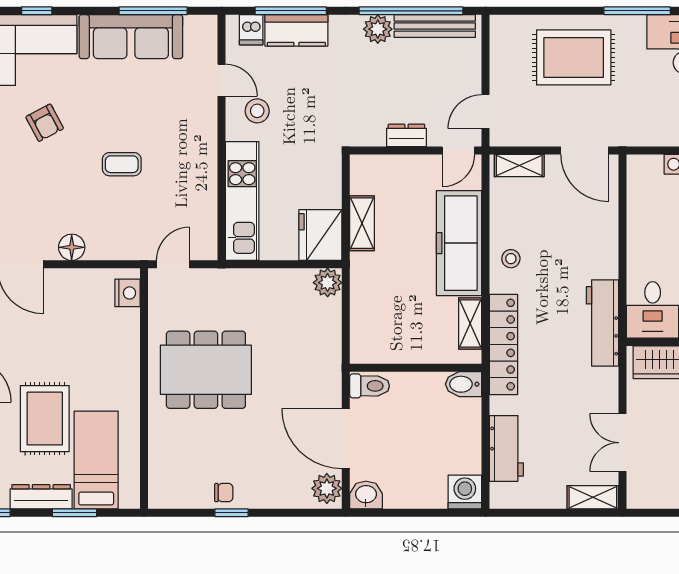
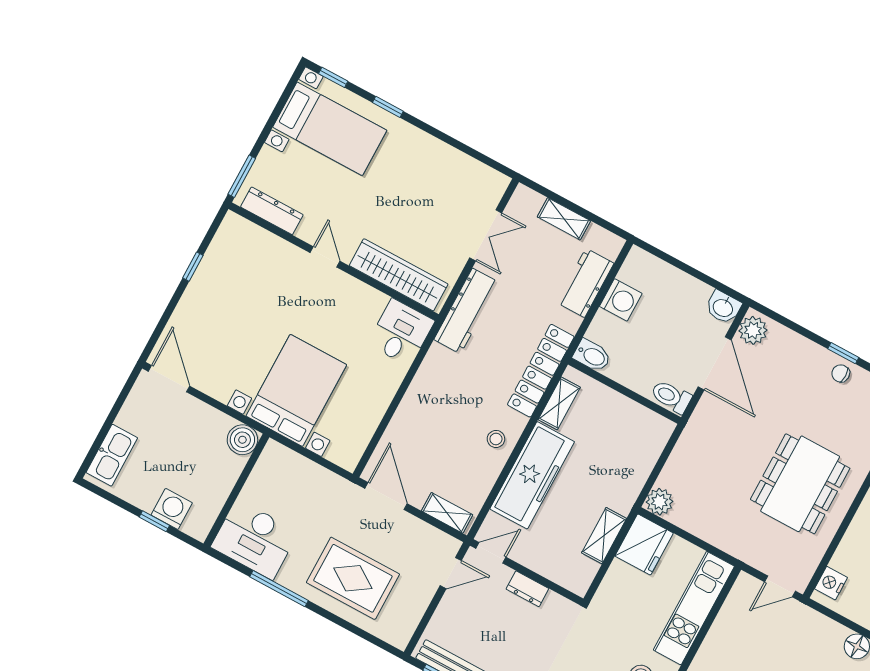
workbench: (603, 323) -> (466, 311), moved
dining table: (206, 370) -> (800, 484), turned 90
washing machine: (465, 492) -> (621, 300), moved, turned -90
shelving: (593, 497) -> (564, 219), moved

